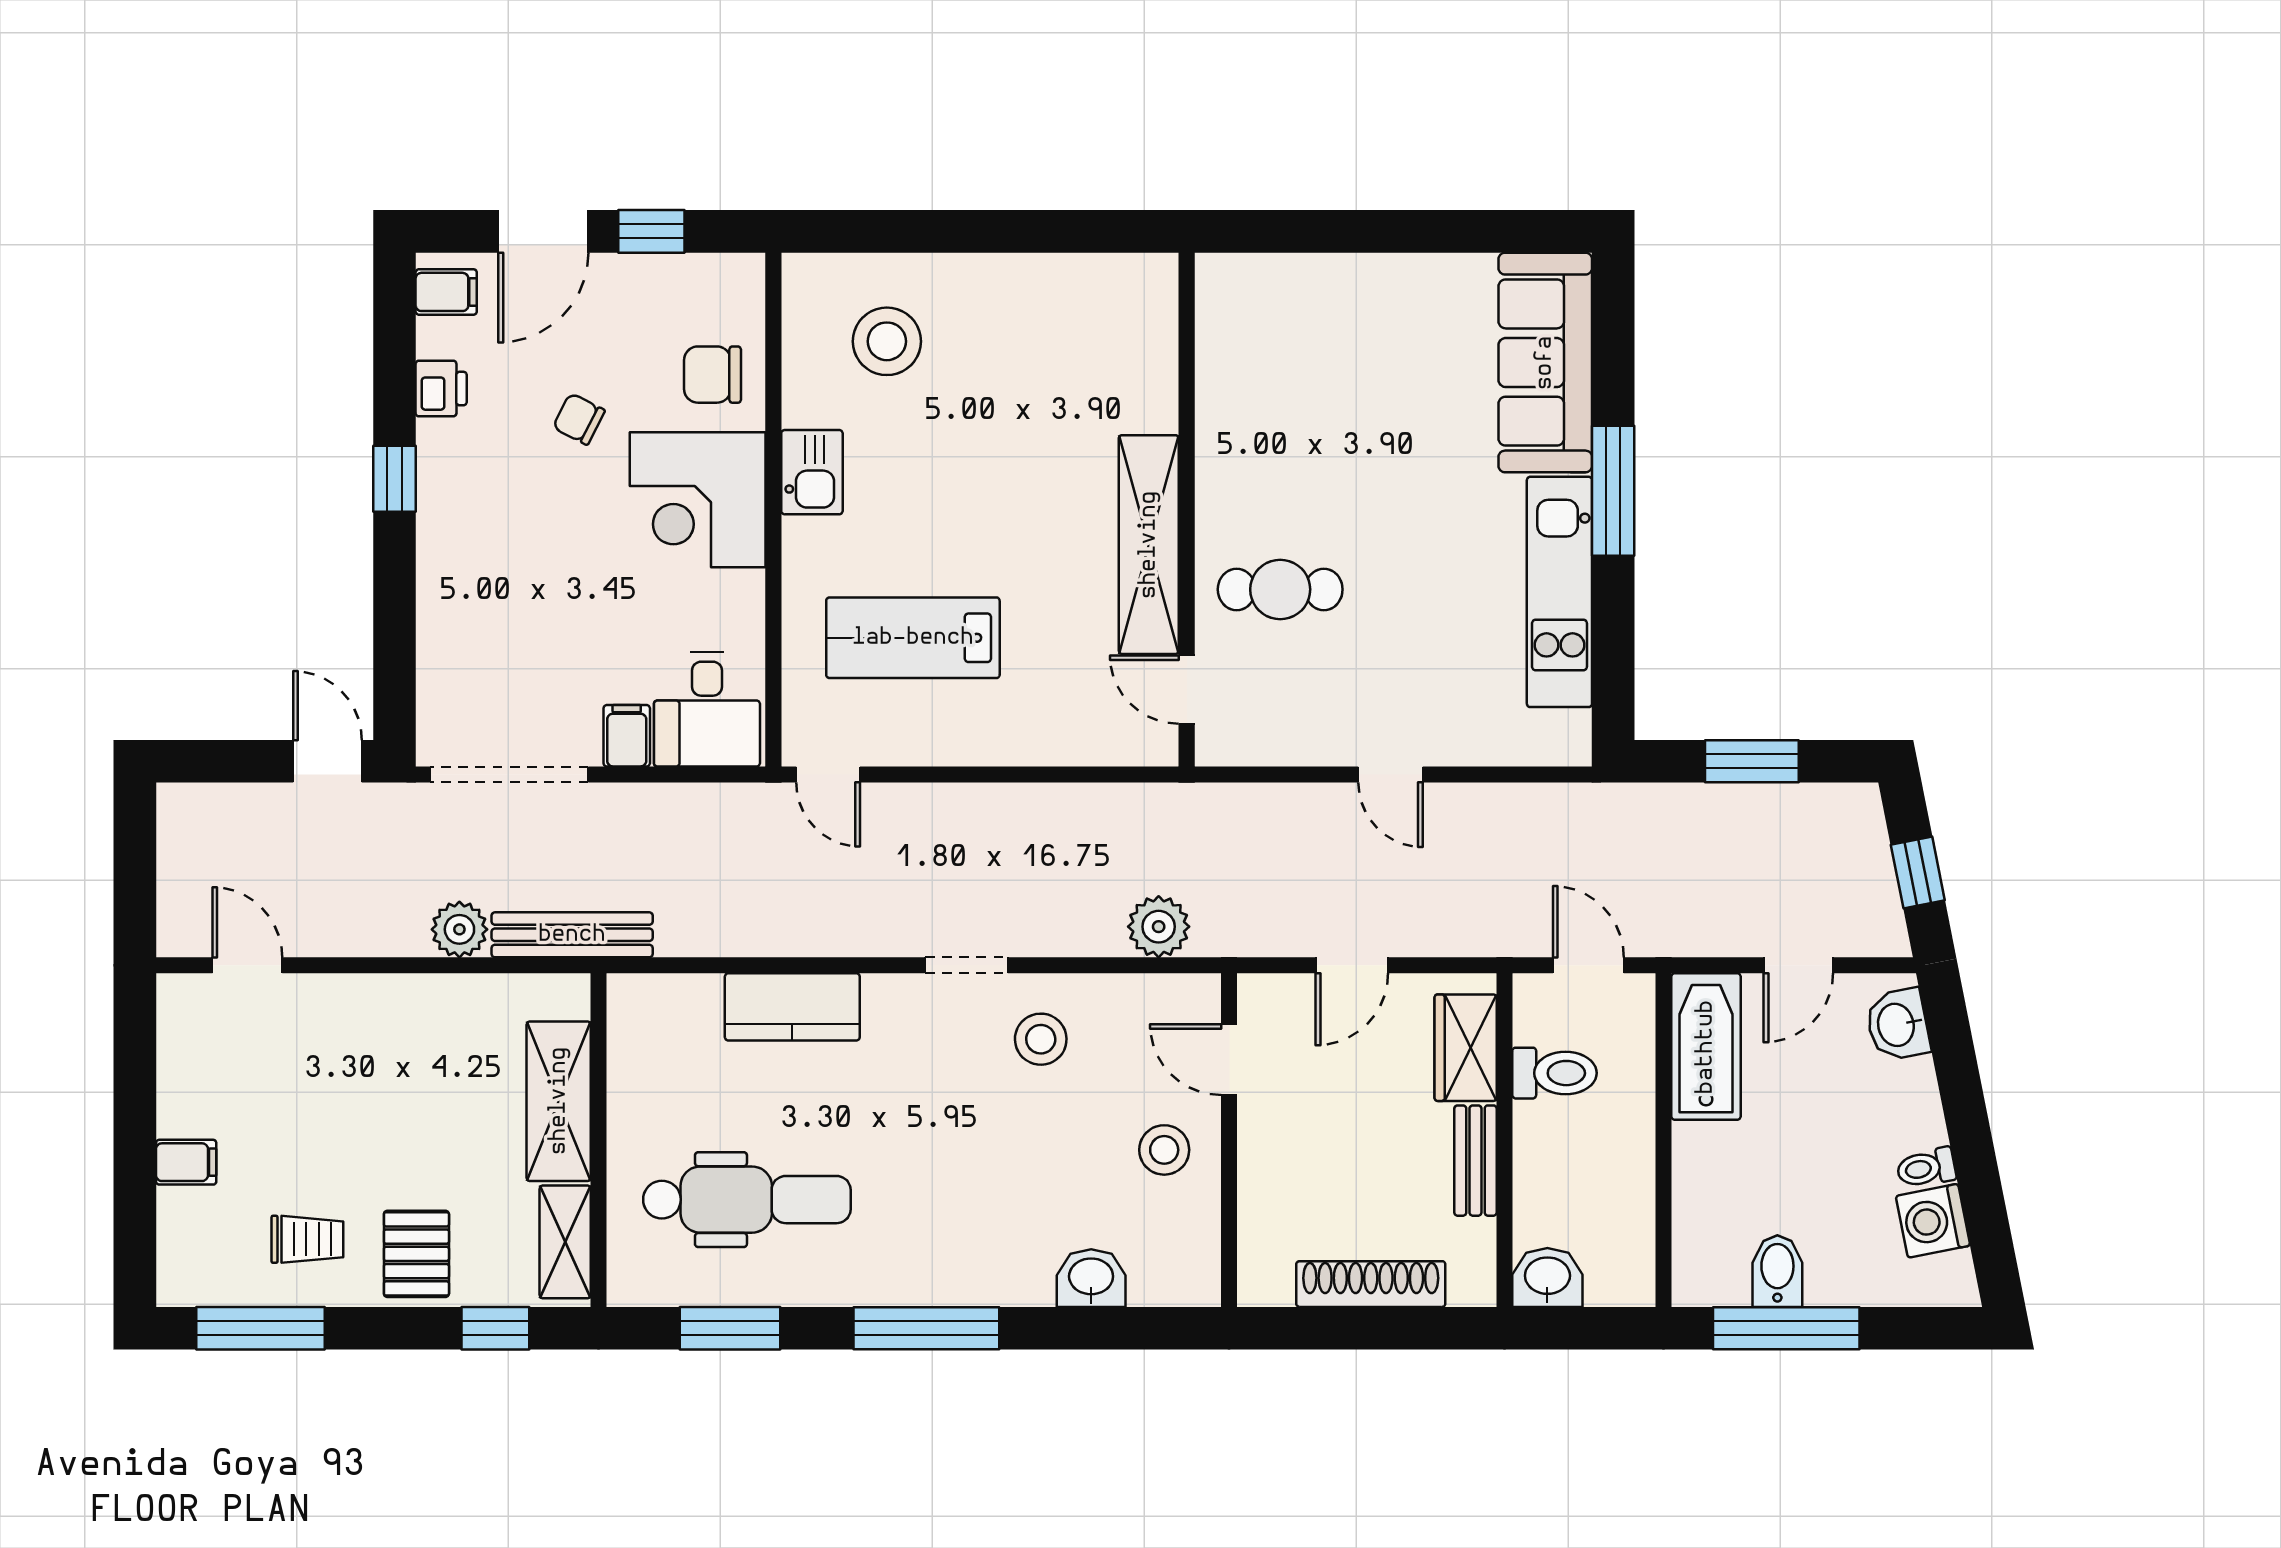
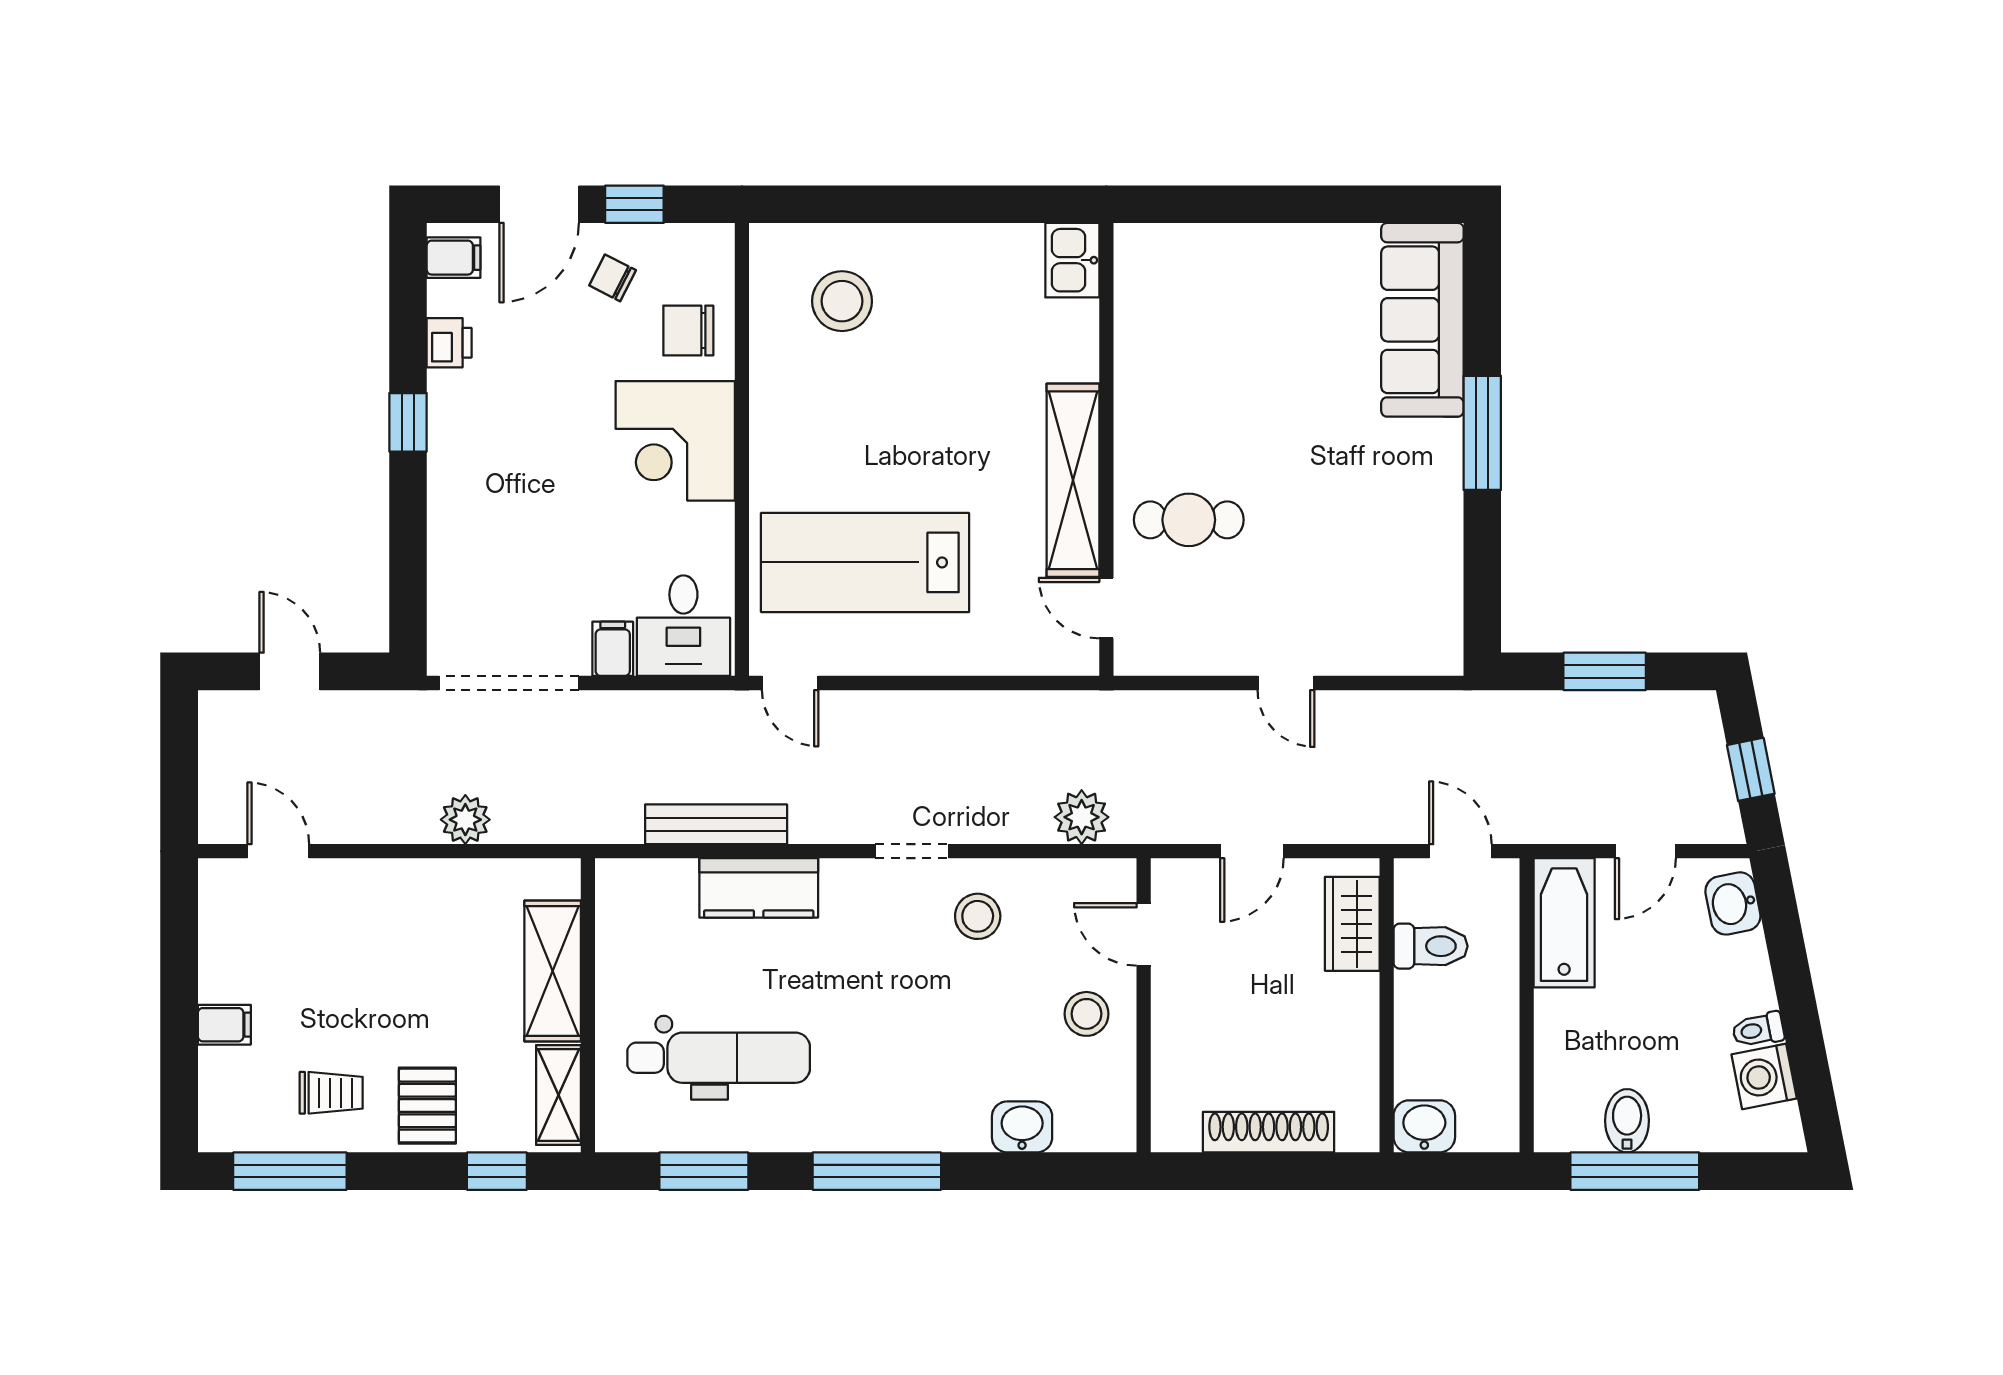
chair: (579, 419) -> (613, 278), moved
kitchen sink: (812, 472) -> (1072, 260), moved, turned 180
kitchen unit: (1559, 592) -> (1435, 522), removed
lab bench: (913, 638) -> (865, 562), width x1.36, depth x1.39
door: (327, 761) -> (290, 671), moved
bench: (572, 935) -> (716, 824), moved
bench: (1475, 1161) -> (1361, 1023), removed

